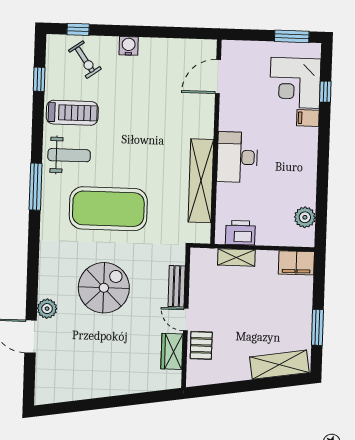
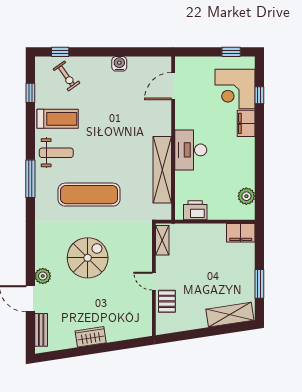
window: (292, 36) -> (231, 52), width x0.67
water cooler: (129, 46) -> (119, 64), moved
filing cabinet: (308, 118) -> (246, 123), width x2.00
exercise mat: (108, 209) -> (89, 195), width x0.68
shelving: (236, 257) -> (162, 240), moved, turned 90
bench: (177, 286) -> (41, 330), moved
wardrobe: (172, 351) -> (91, 337), moved, turned 81

